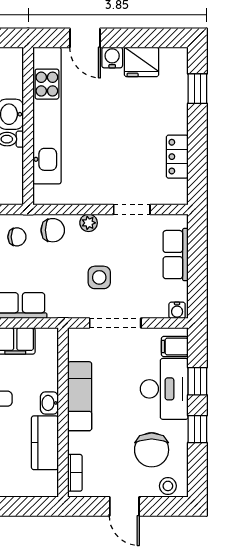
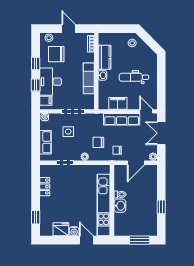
chair: (53, 230) -> (98, 142), moved
side table: (99, 277) -> (68, 132), moved
chair: (152, 450) -> (56, 54), turned -90

